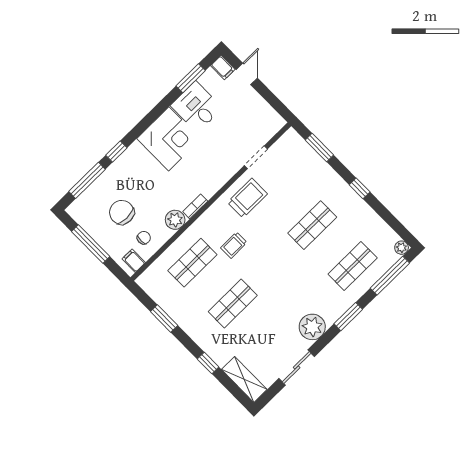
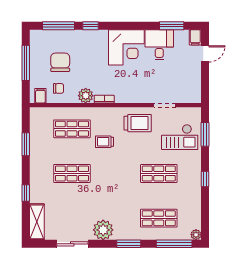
checkout: (299, 173) -> (180, 137), added

